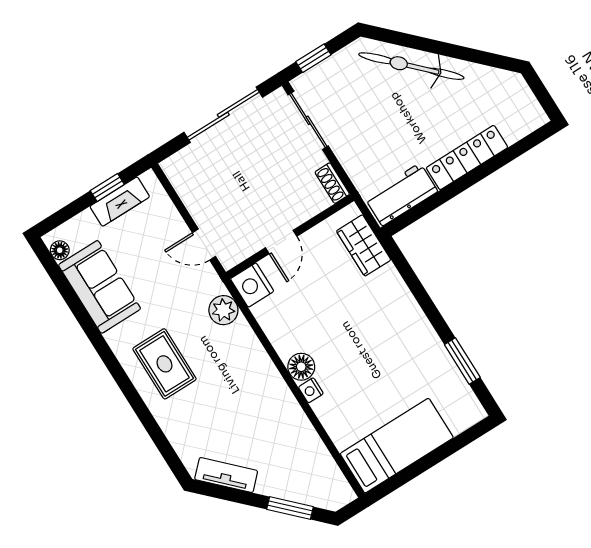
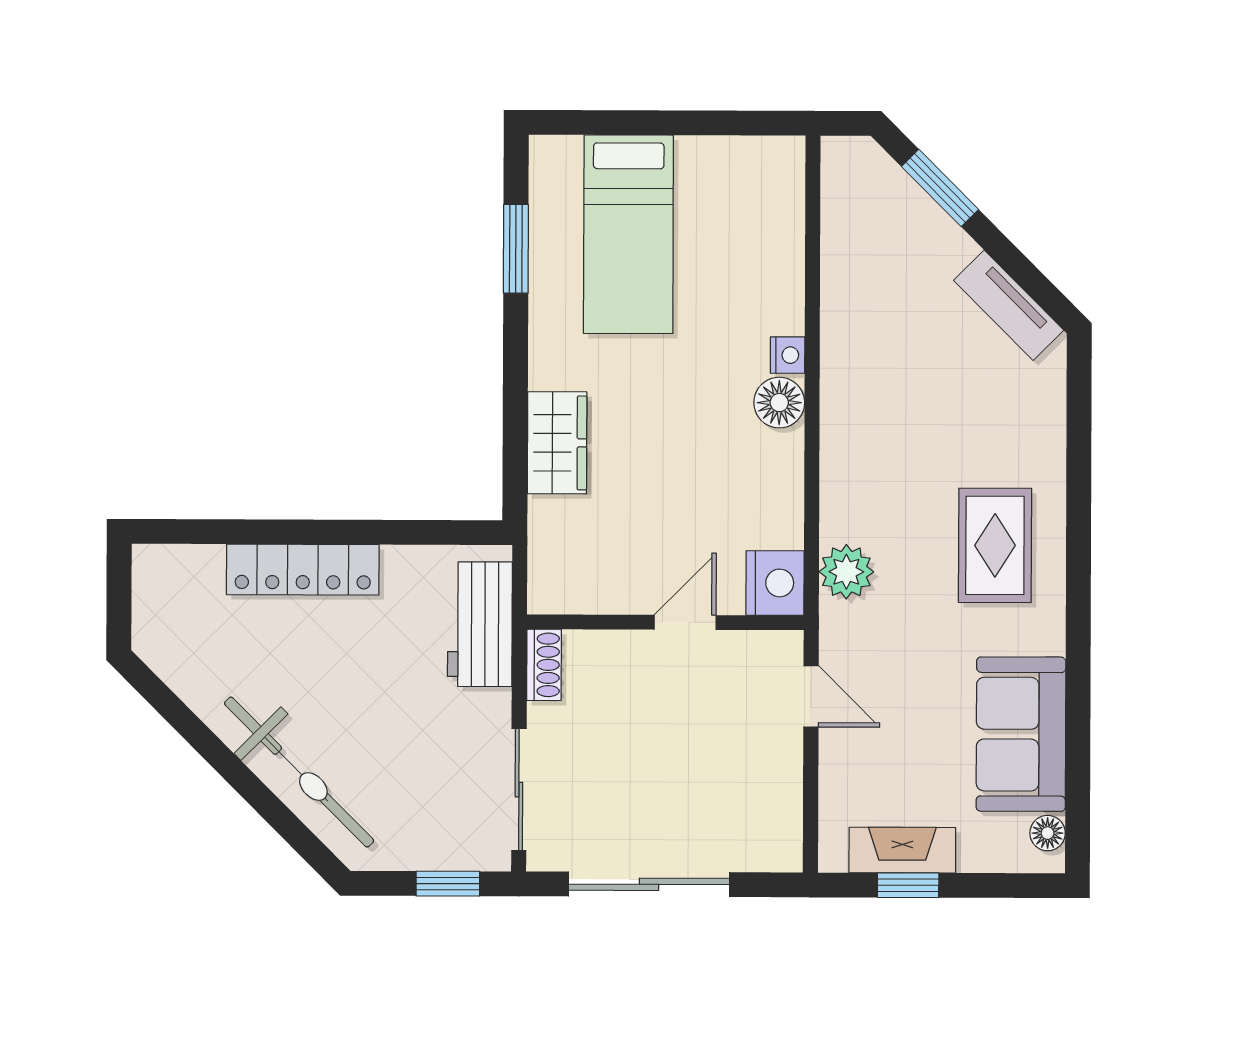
workbench: (401, 194) -> (480, 624), moved, turned 90
wardrobe: (364, 245) -> (557, 443), moved
bed: (397, 446) -> (628, 234), moved, turned -90

